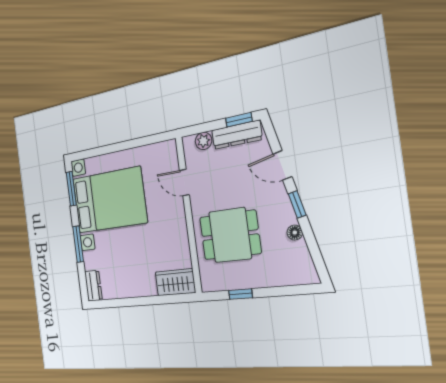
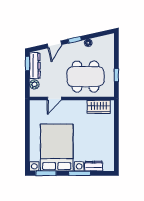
dining table: (230, 235) -> (85, 77), width x1.38
wardrobe: (175, 282) -> (99, 107), moved, turned -90
dresser: (93, 286) -> (94, 166), moved

